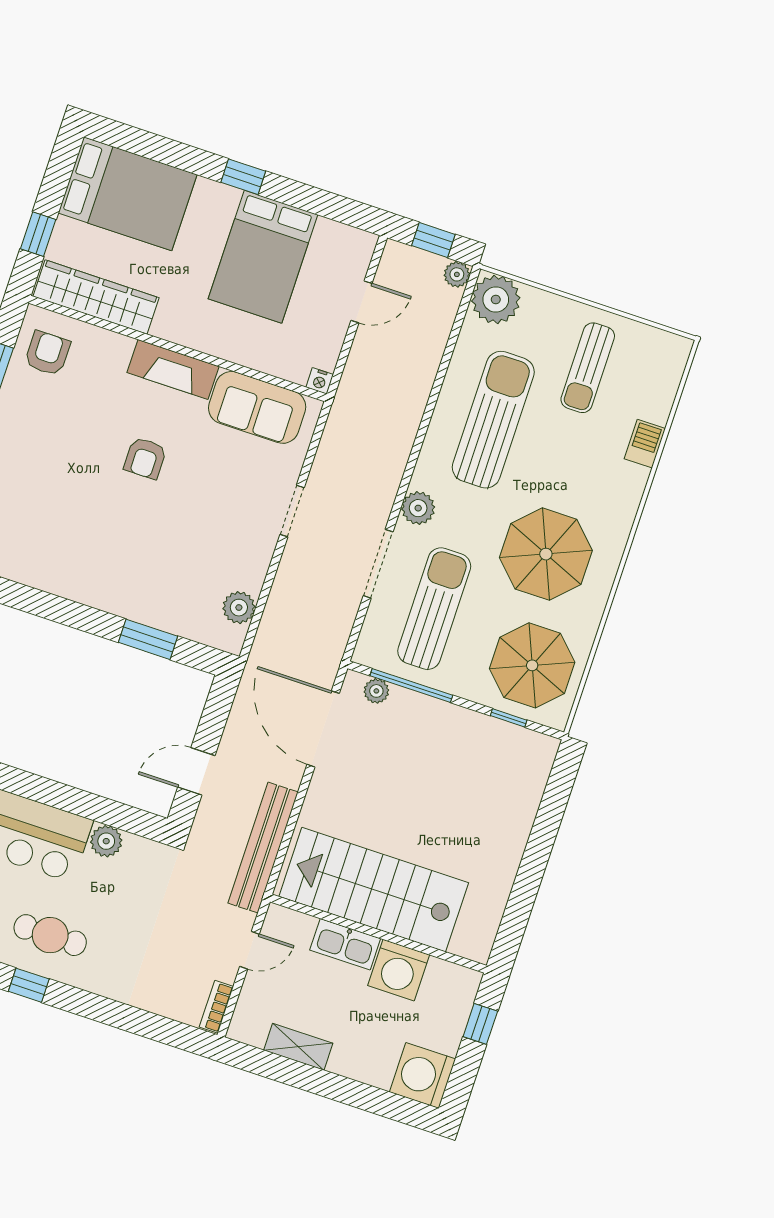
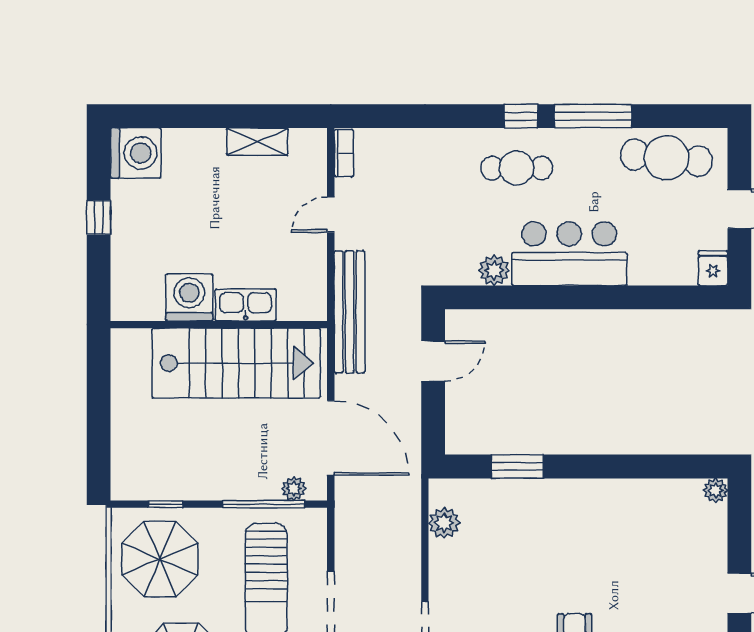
stairs: (374, 890) -> (236, 363), moved
wall: (378, 934) -> (219, 325), moved
kitchen sink: (345, 944) -> (246, 305), moved
washing machine: (399, 970) -> (189, 297), moved

